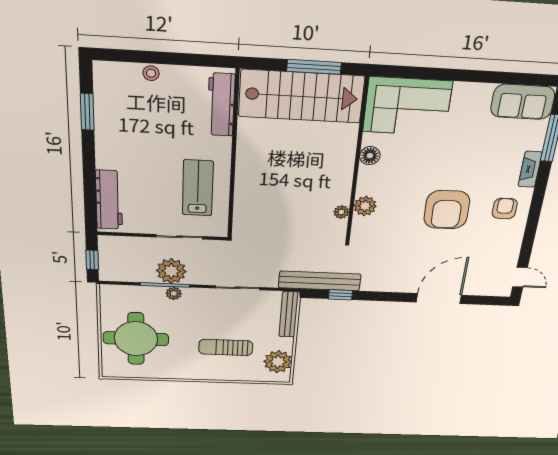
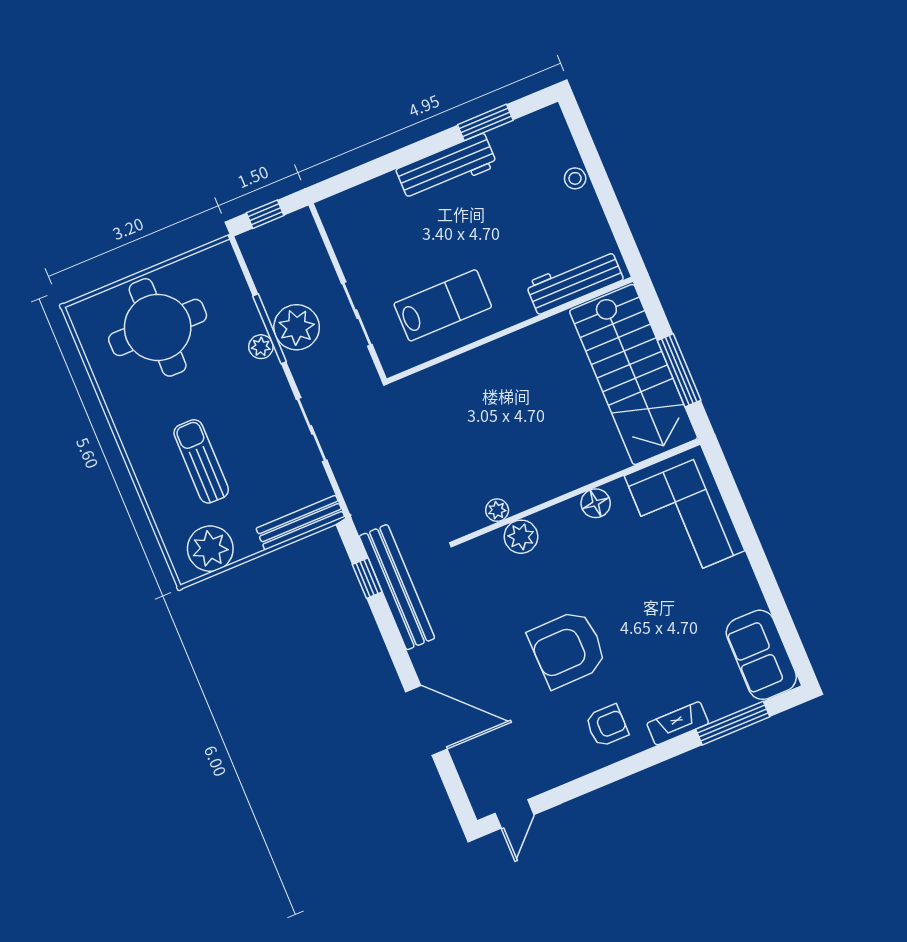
workbench: (109, 200) -> (447, 167), moved
bench: (320, 281) -> (397, 587), moved

